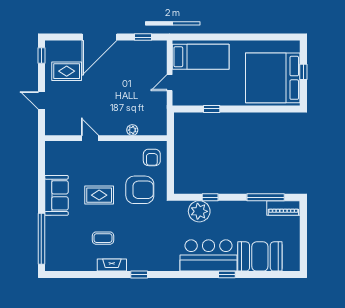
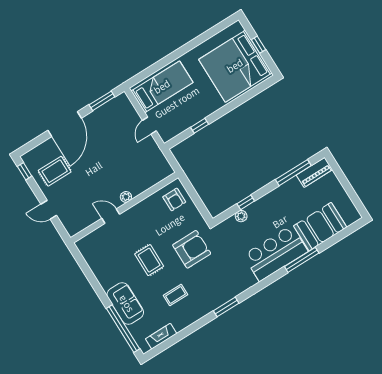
window: (143, 37) -> (102, 101), width x1.50
plant: (132, 130) -> (126, 197), moved
armchair: (140, 190) -> (192, 249), moved
sofa: (56, 195) -> (125, 304), moved
rug: (99, 195) -> (149, 260), turned 90
plant: (199, 211) -> (241, 216), width x0.53, depth x0.53
fireplace: (112, 265) -> (161, 336), moved
window: (139, 275) -> (226, 307), width x1.50
window: (227, 275) -> (302, 260), width x2.17

